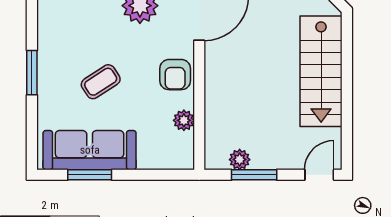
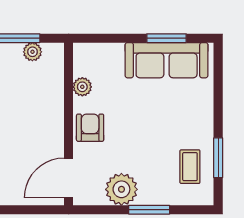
window: (32, 73) -> (218, 158), moved
coffee table: (101, 82) -> (190, 167), moved, turned -57

